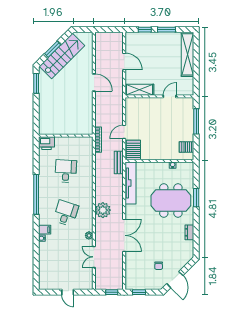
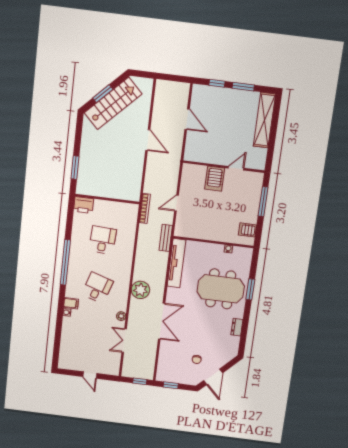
window: (36, 83) -> (75, 168), moved
shelving: (139, 90) -> (201, 156), removed
server rack: (133, 150) -> (215, 179), moved, turned 180

